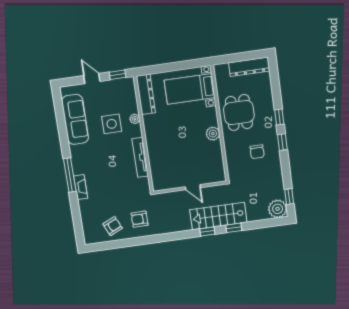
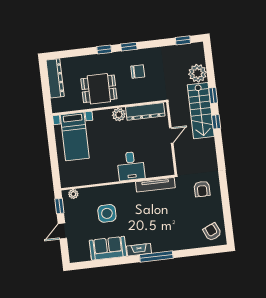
dresser: (146, 94) -> (145, 112), moved, turned 180
sofa: (75, 119) -> (108, 248), width x0.73
plant: (135, 119) -> (73, 194), moved
desk: (161, 147) -> (131, 166), added
tv unit: (140, 157) -> (155, 185), moved
fireplace: (81, 187) -> (139, 250), moved
plant: (278, 209) -> (198, 73), moved
armchair: (113, 226) -> (212, 232), moved

